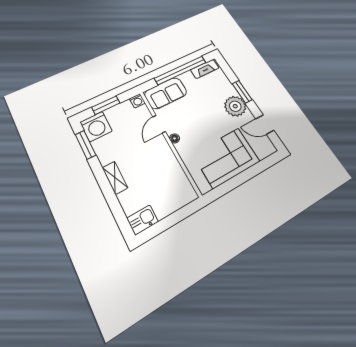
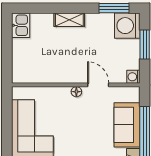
sofa: (166, 93) -> (127, 125), moved

